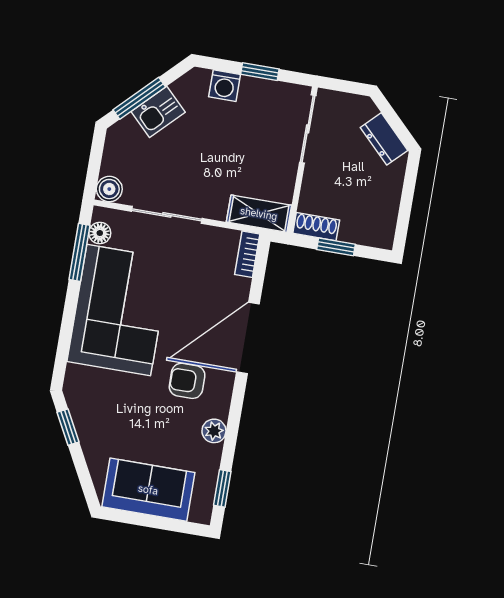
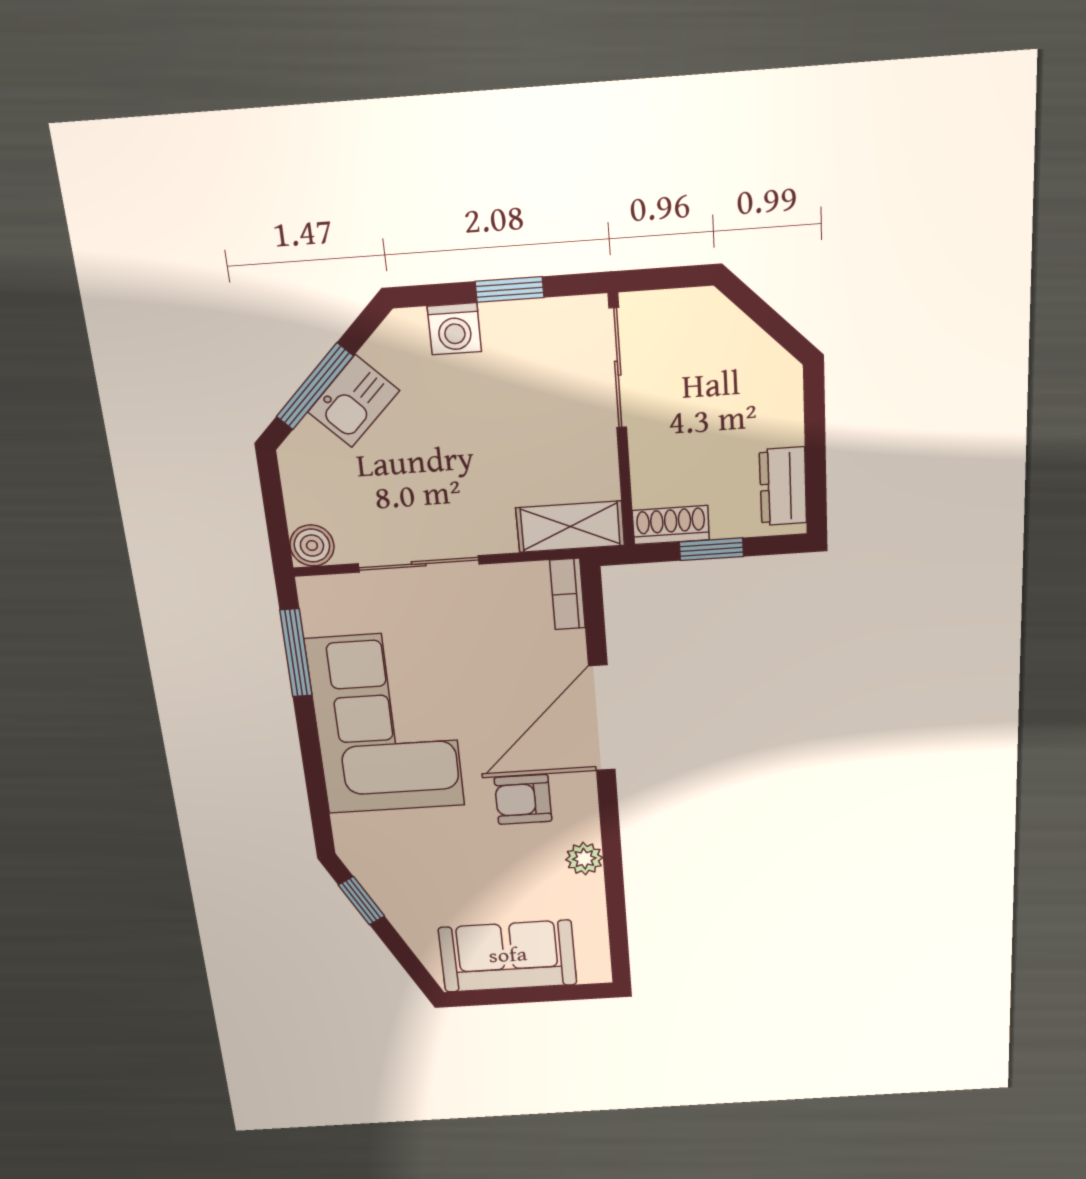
dresser: (384, 139) -> (783, 486), moved, turned 45
floor lamp: (100, 233) -> (319, 617), removed
window: (222, 488) -> (618, 931), removed

